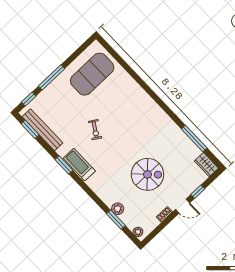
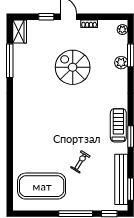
exercise bike: (95, 130) -> (80, 162), moved
treadmill: (79, 165) -> (118, 125), turned 180

